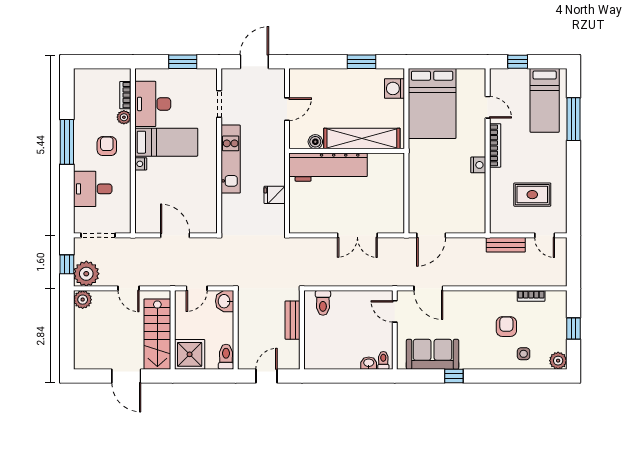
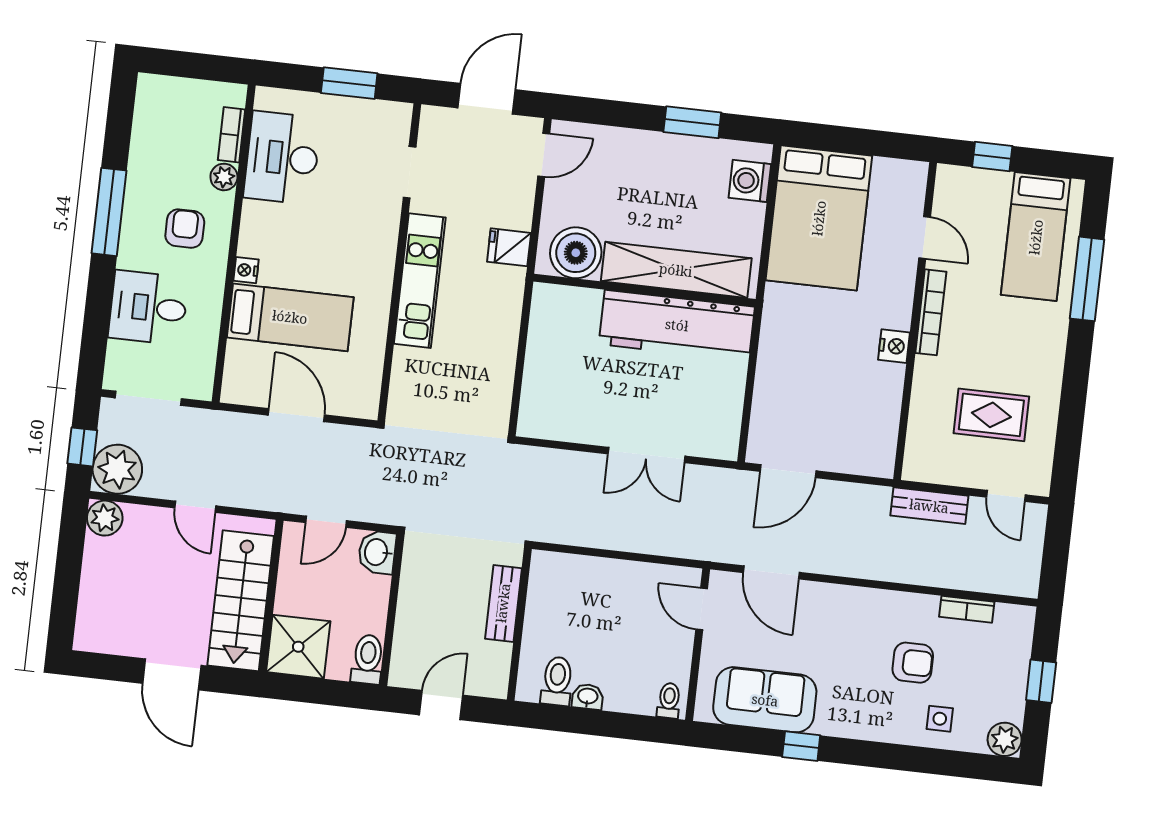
door: (287, 109) -> (544, 155), moved
bed: (166, 142) -> (290, 317), moved
boiler: (315, 142) -> (576, 253), width x1.86, depth x1.86
workbench: (328, 167) -> (677, 325), moved
fridge: (275, 195) -> (509, 247), moved
toilet: (323, 303) -> (557, 681), moved, turned 180
armchair: (506, 327) -> (913, 663), turned 90
washbasin: (369, 363) -> (588, 697), moved

